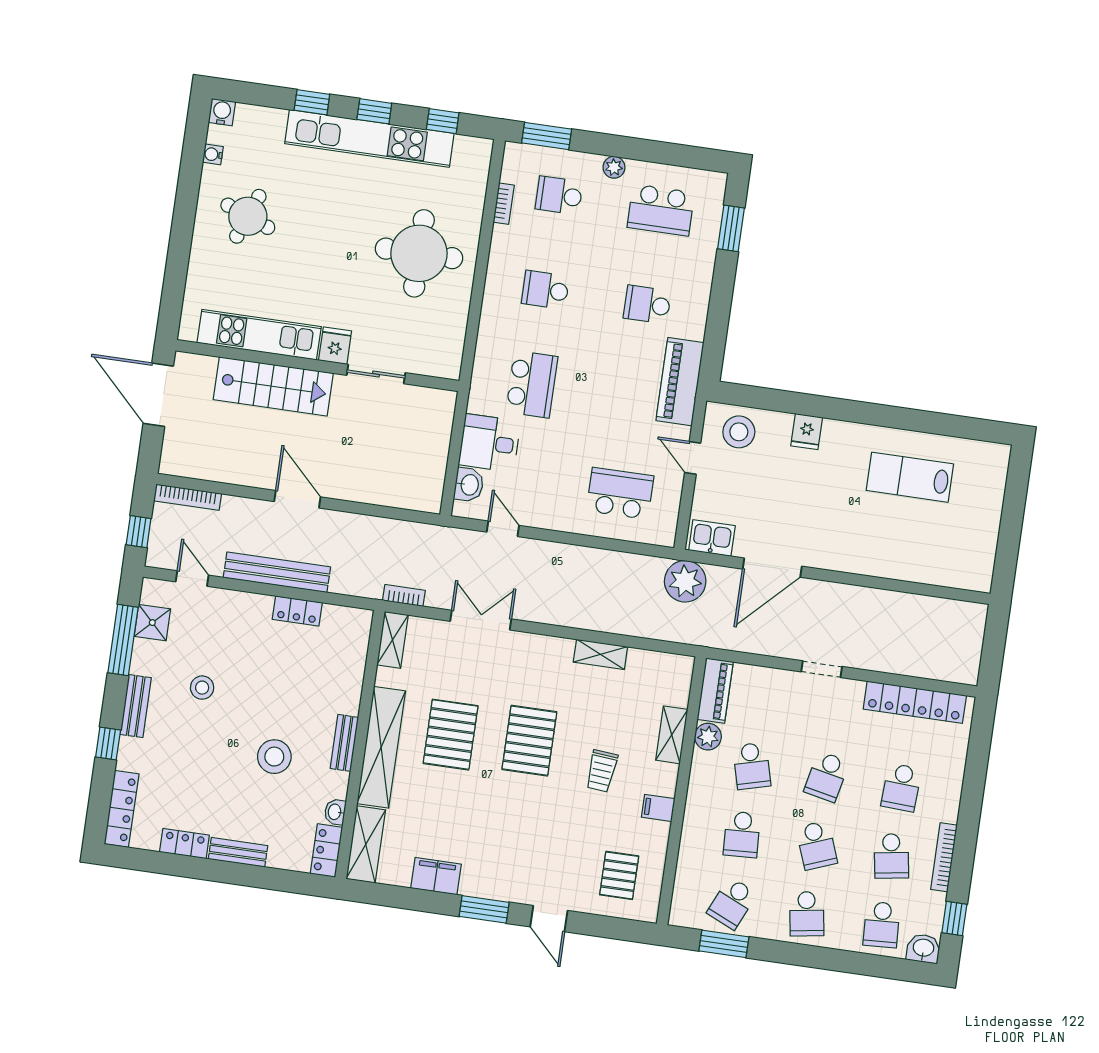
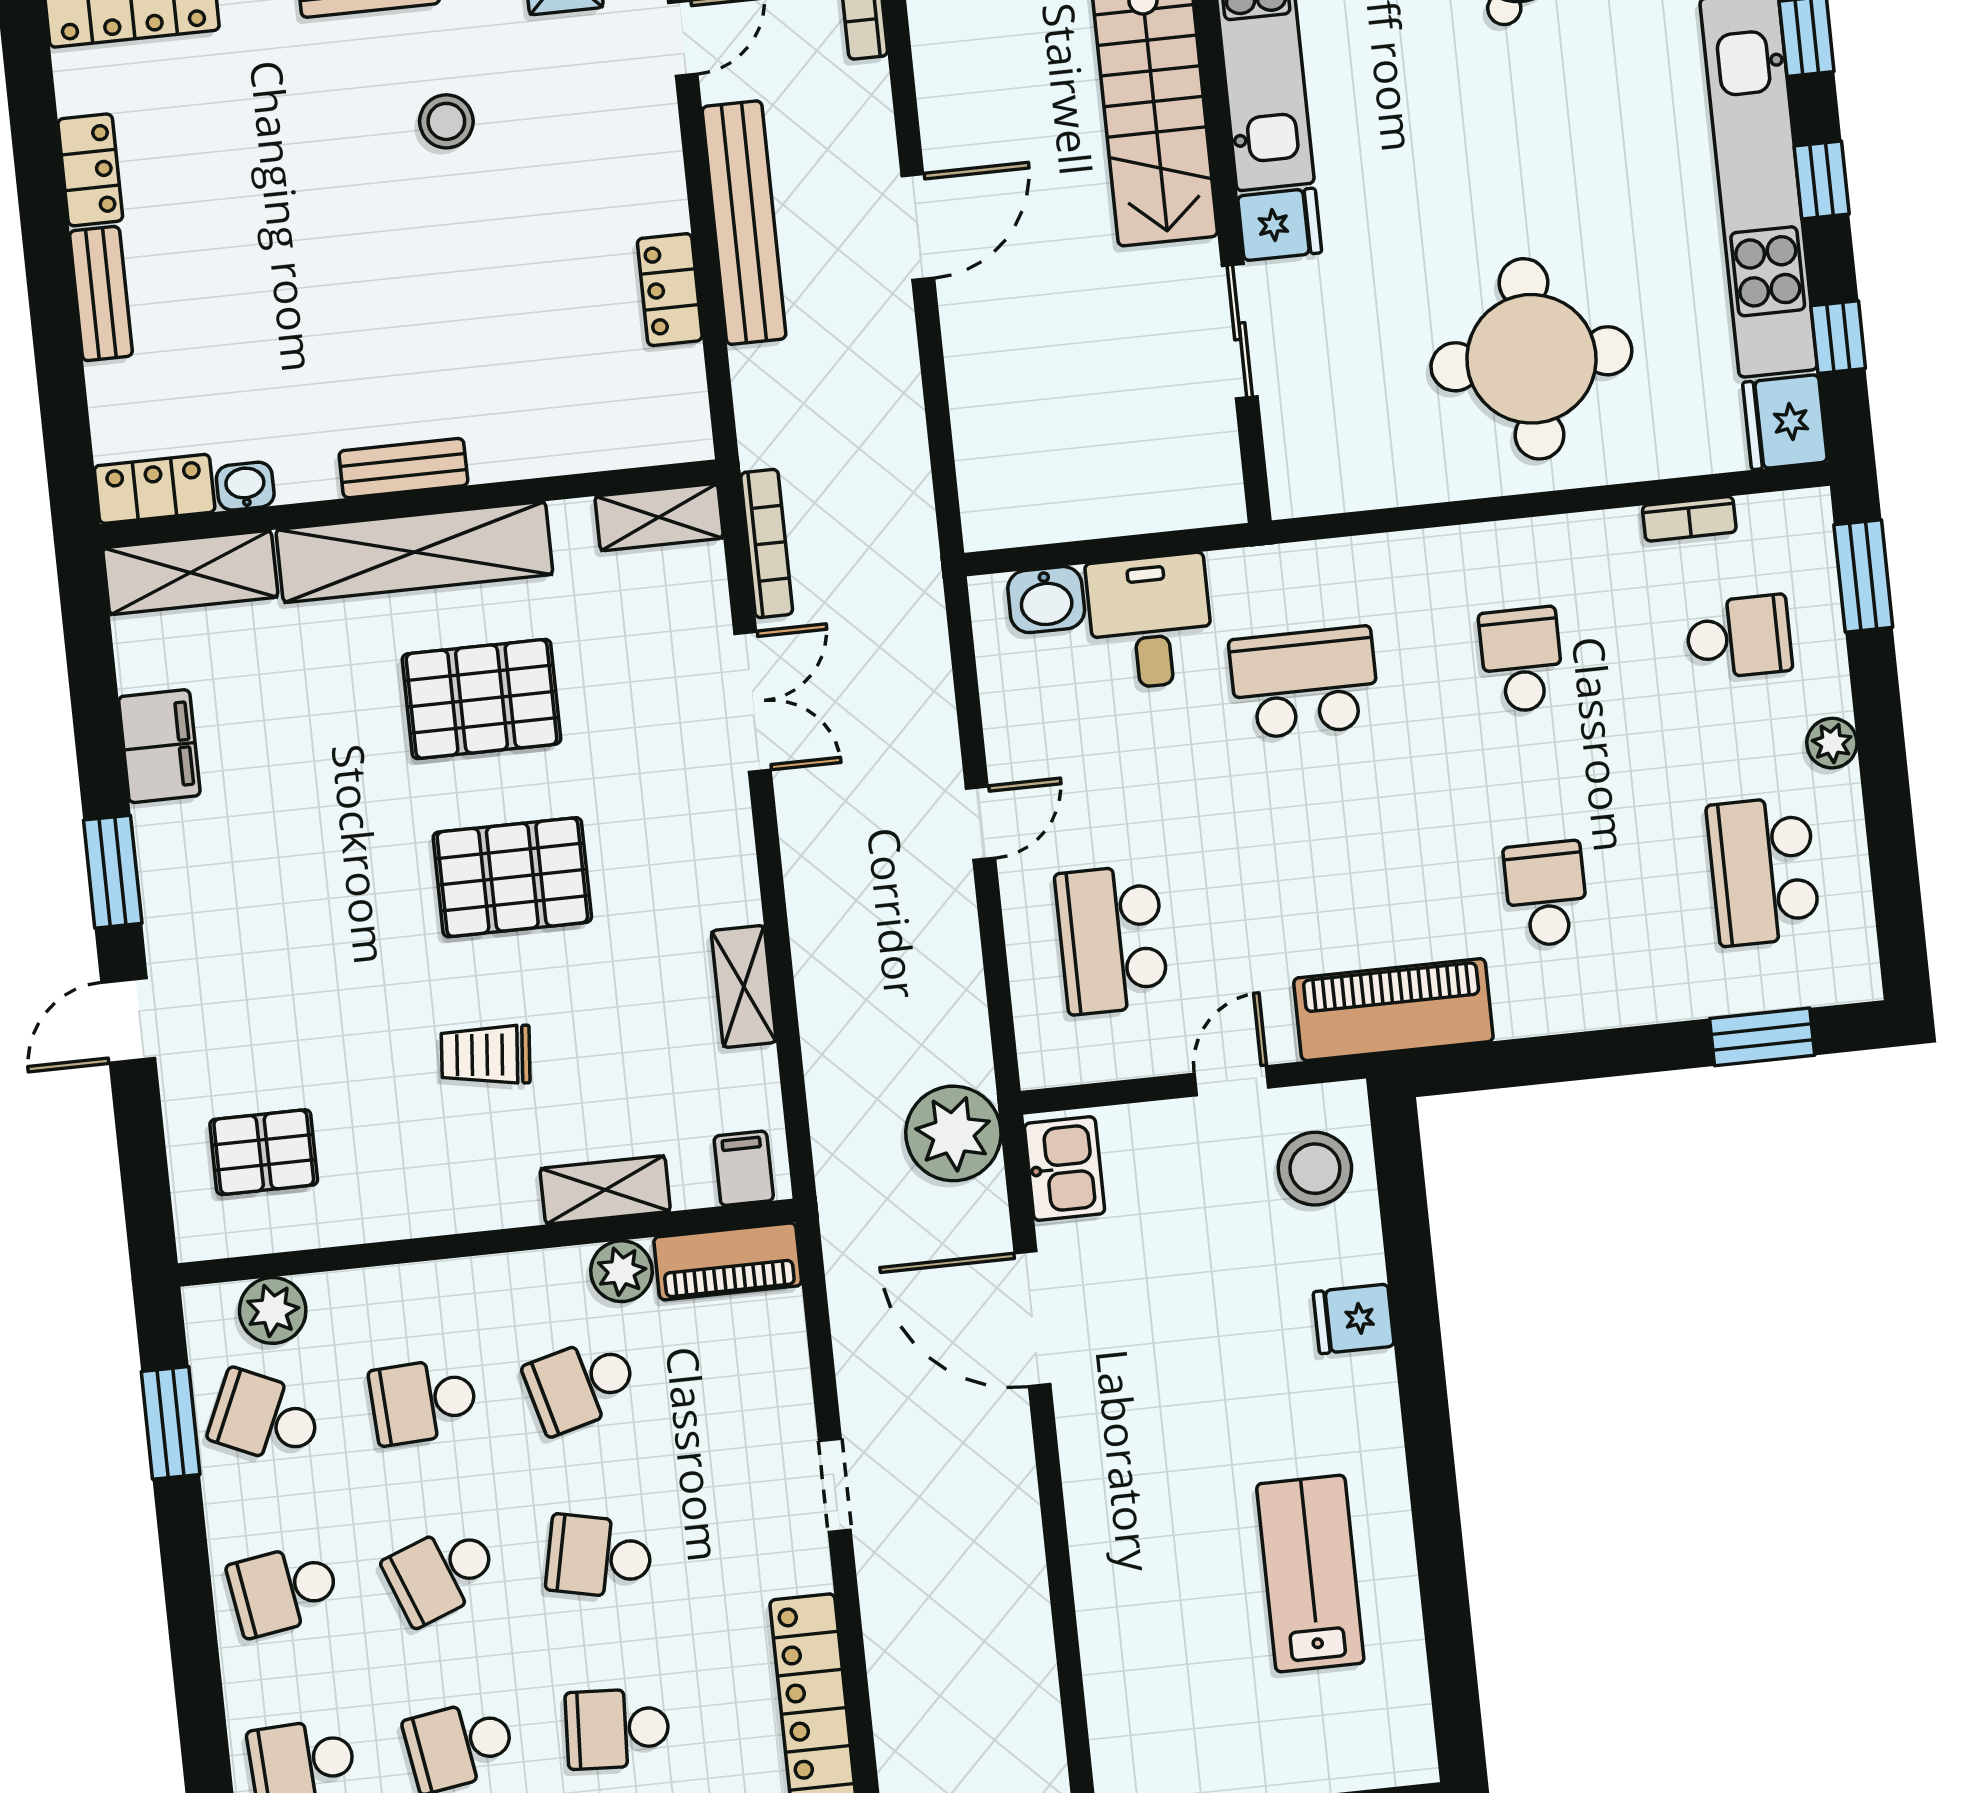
fridge: (473, 153) -> (1785, 422), added
school desk: (559, 195) -> (1739, 637), turned 90
school desk: (532, 384) -> (1304, 683), turned 180
school desk: (620, 493) -> (1112, 940), turned 180
door: (503, 529) -> (980, 823), moved
bookcase: (404, 595) -> (767, 543), width x1.56
stool: (274, 757) -> (334, 320), removed
filing cabinet: (658, 808) -> (744, 1168), moved
plant: (687, 889) -> (273, 1310), added

